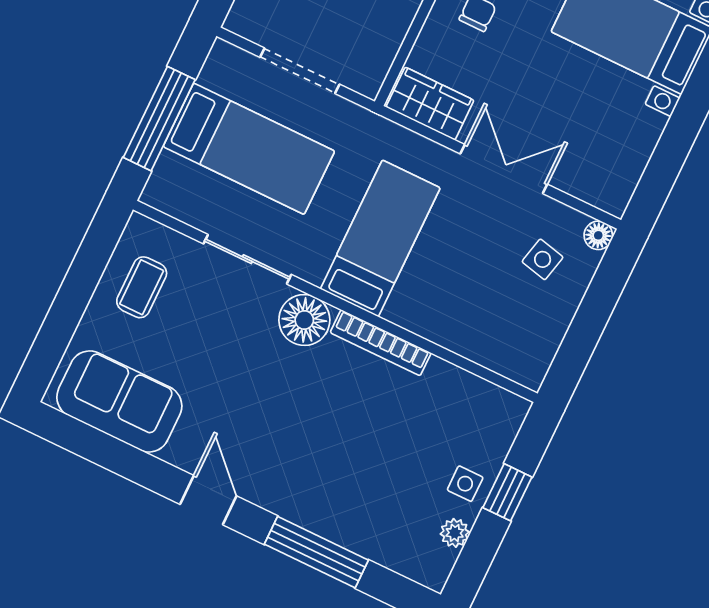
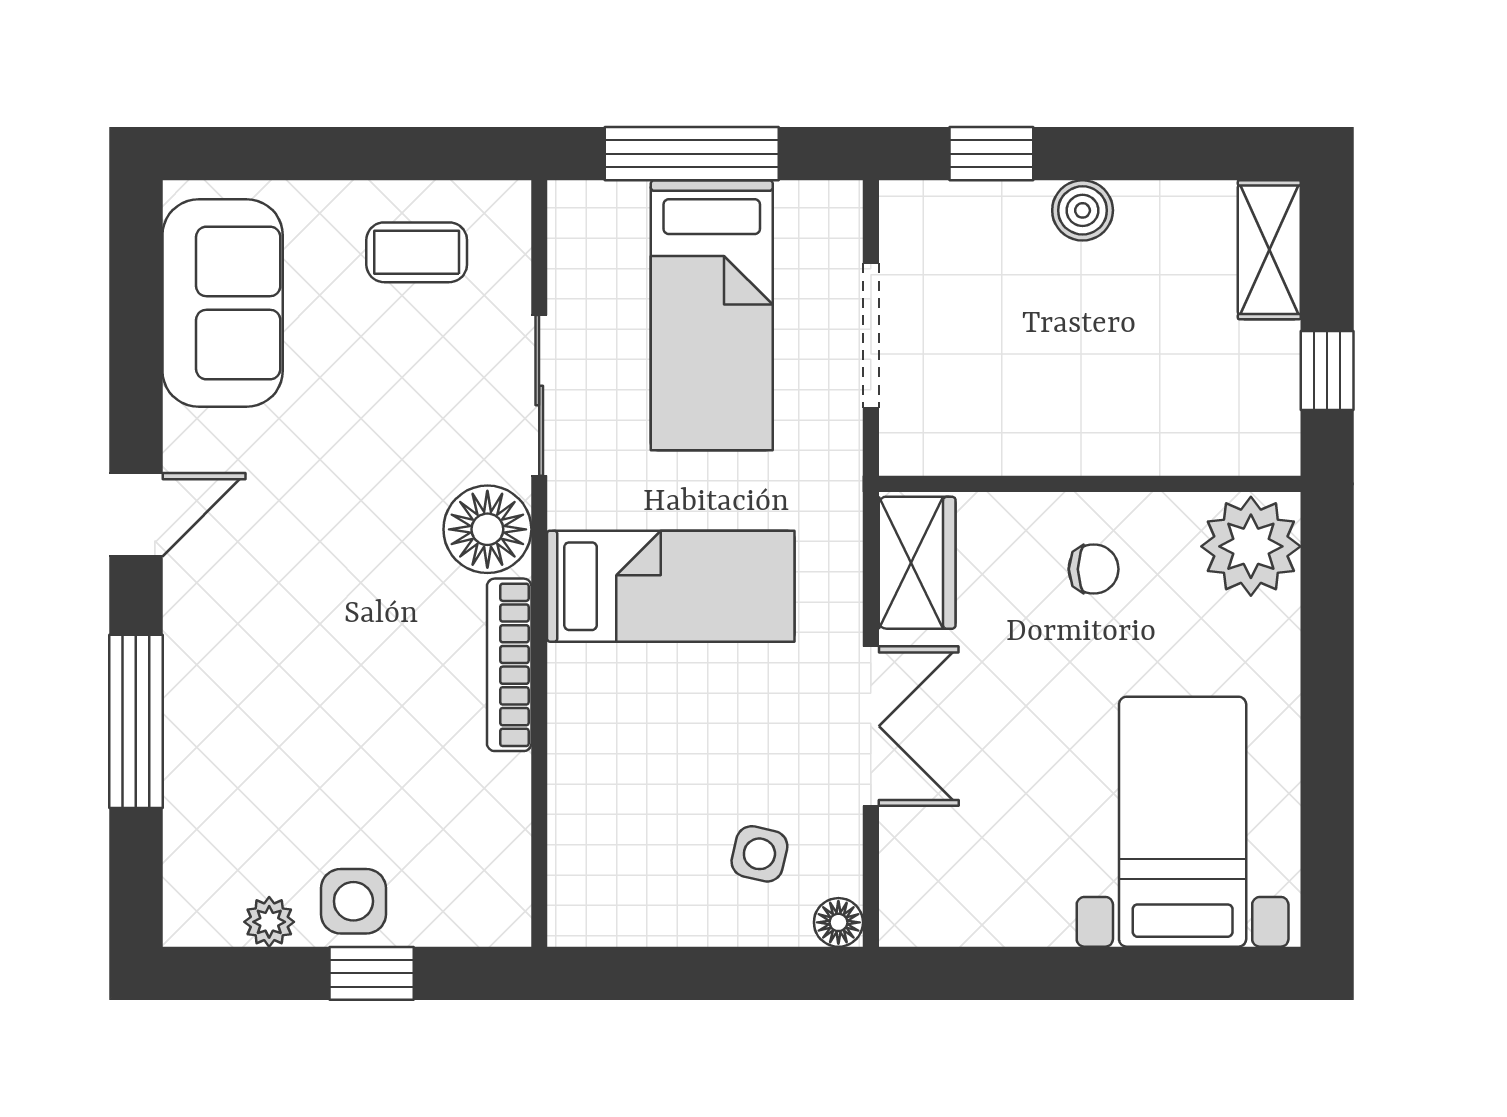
side table: (465, 484) -> (353, 901), width x1.37, depth x1.37

